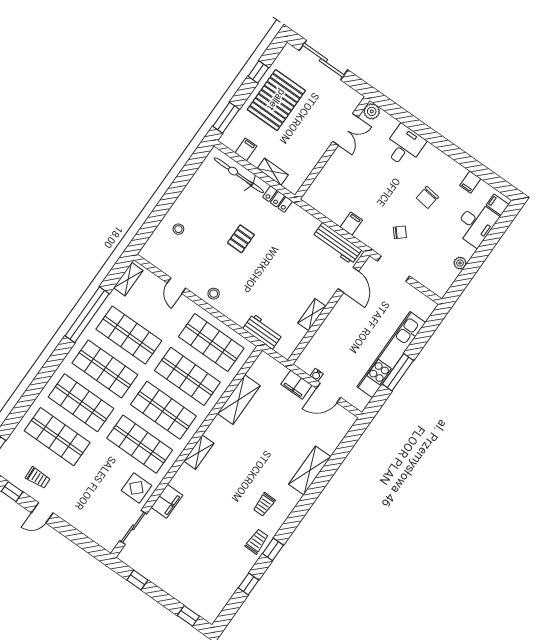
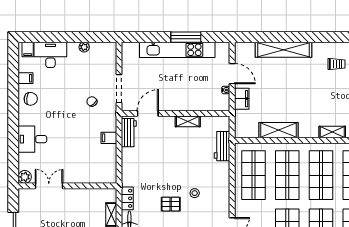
chair: (427, 197) -> (31, 99), moved
workbench: (337, 244) -> (129, 133), width x0.73
stool: (214, 294) -> (195, 193), moved
shelving: (310, 471) -> (284, 50), width x1.47

